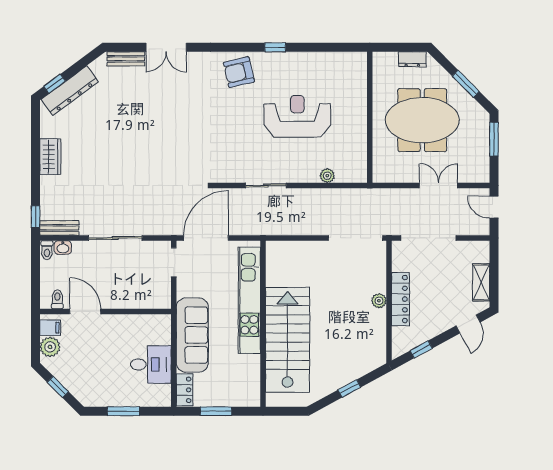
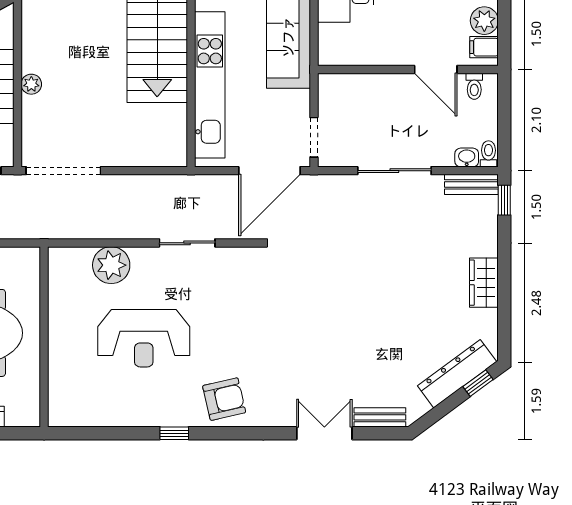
plant: (327, 176) -> (111, 265), width x1.87, depth x1.87

